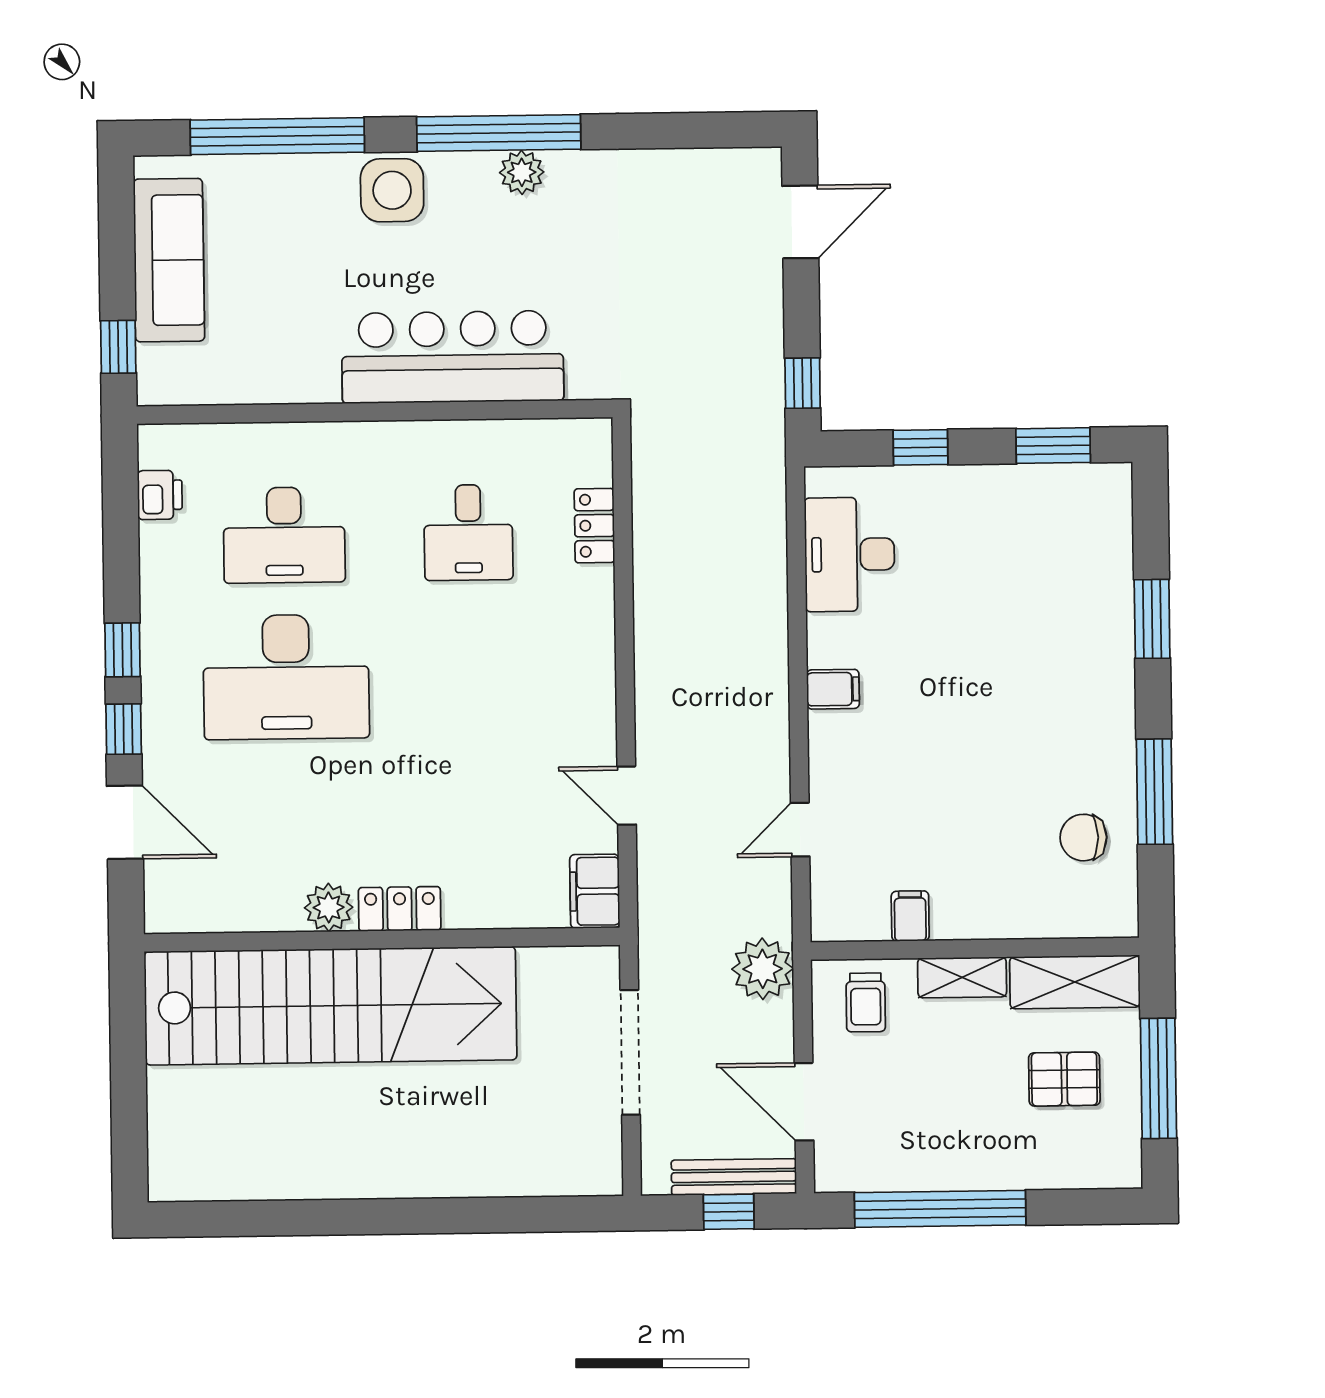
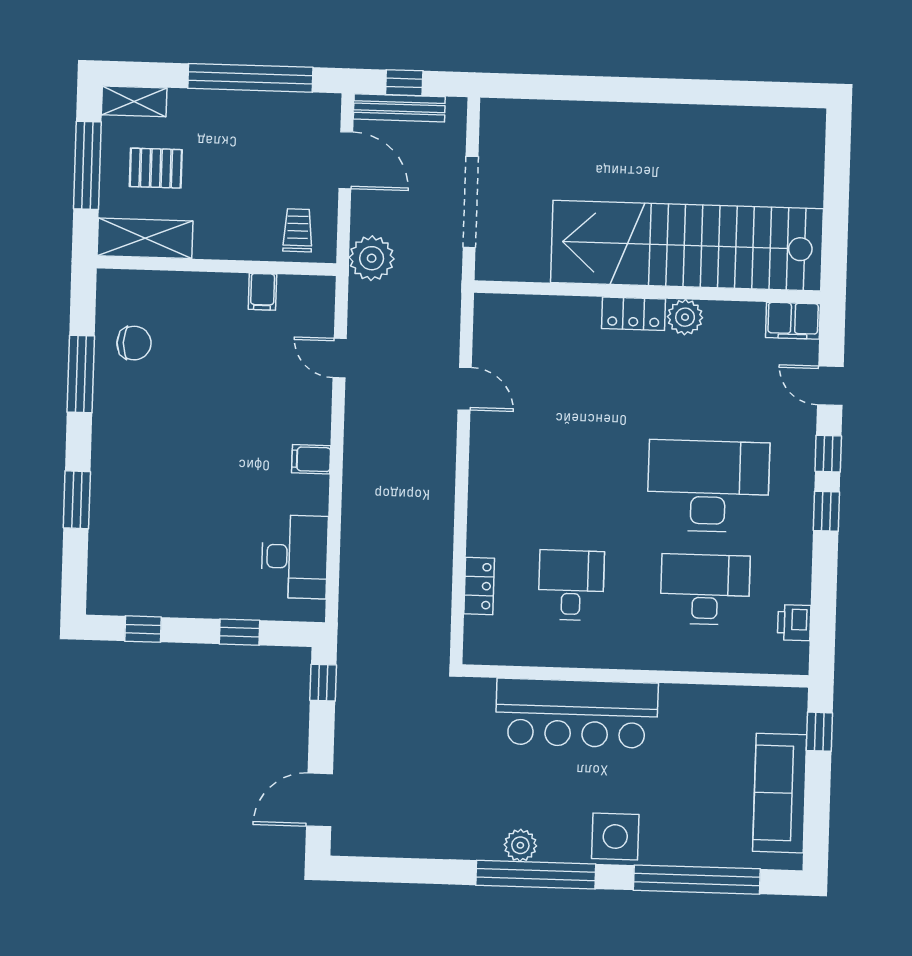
window: (1053, 446) -> (143, 629), width x0.67
door: (125, 822) -> (830, 386), width x0.73
door: (800, 830) -> (340, 358), swing flipped
filing cabinet: (595, 891) -> (793, 321), moved, turned 90
shelving: (962, 977) -> (134, 101), moved

